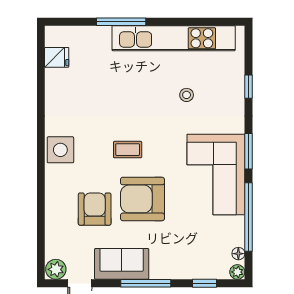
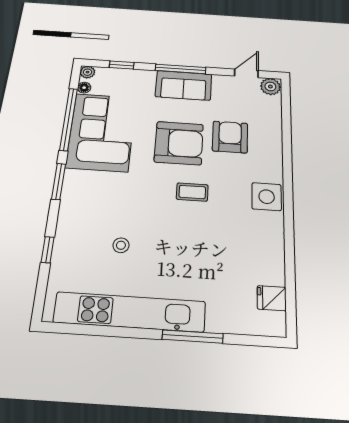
corner sofa: (216, 174) -> (101, 132), moved
armchair: (95, 209) -> (230, 137), turned 180
sofa: (122, 264) -> (184, 85), moved

